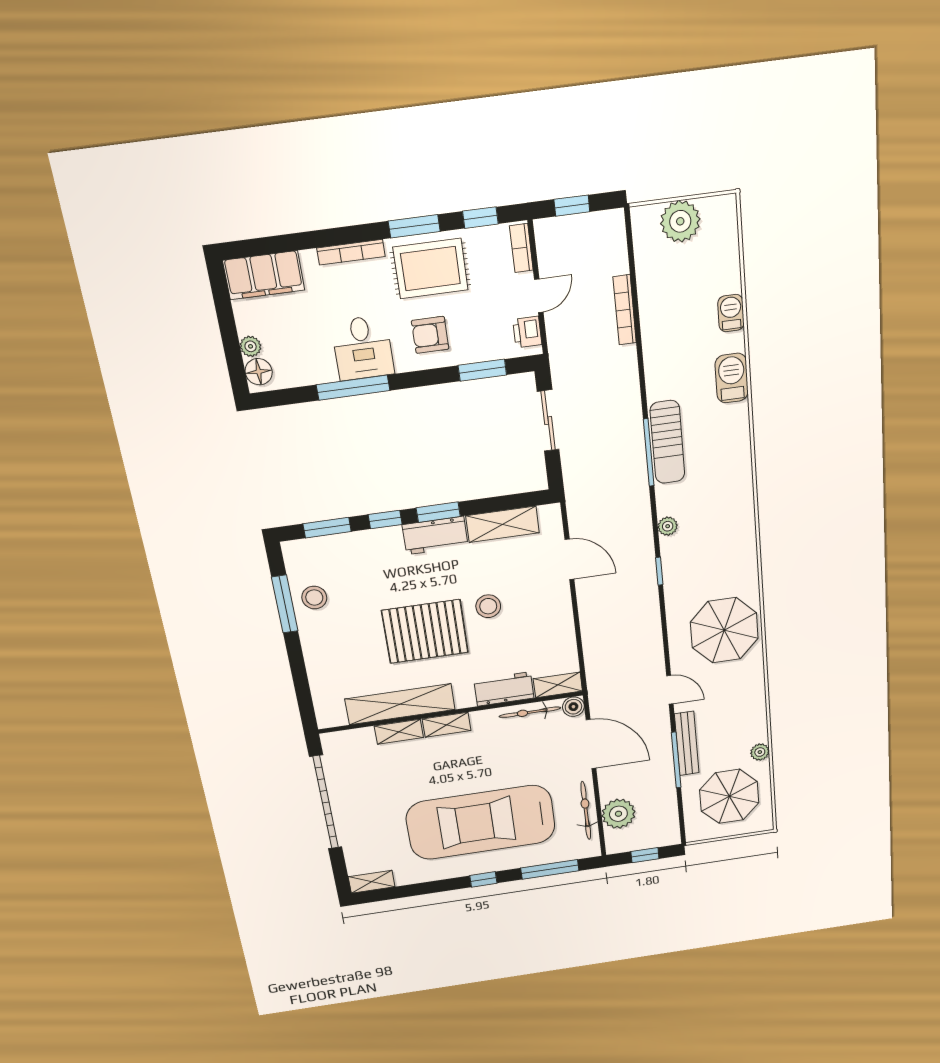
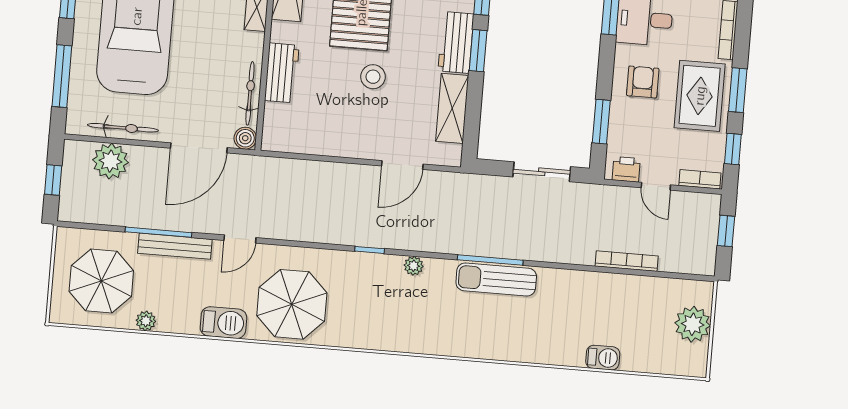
barbecue: (732, 378) -> (223, 323), moved
shelving: (558, 685) -> (273, 127), removed

